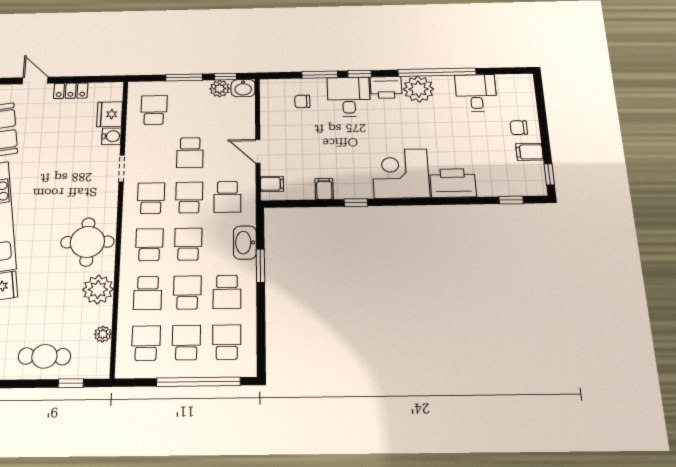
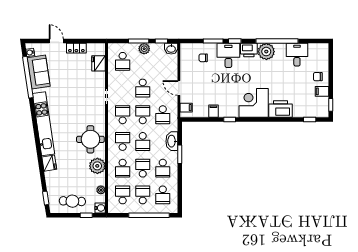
plant: (220, 89) -> (144, 49), moved
school desk: (154, 110) -> (123, 61), turned 180
water cooler: (111, 136) -> (100, 208), moved
school desk: (188, 244) -> (143, 141), turned 180
school desk: (227, 342) -> (163, 195), turned 180

